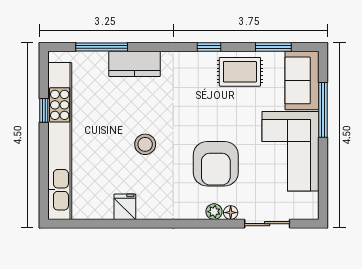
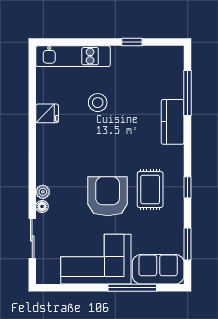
rug: (240, 72) -> (150, 190), moved
kitchen unit: (60, 141) -> (73, 56), width x0.54
stool: (145, 144) -> (98, 103), moved
armchair: (216, 164) -> (108, 196), moved, turned 90

